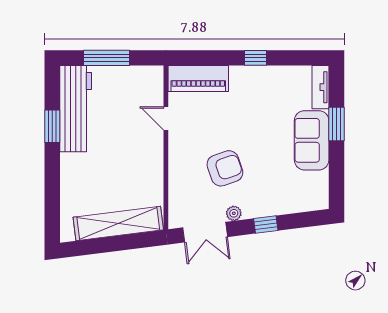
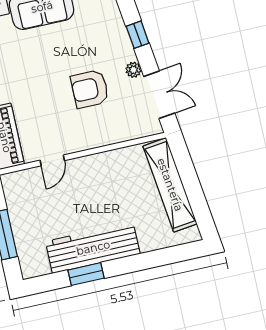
workbench: (76, 109) -> (93, 248), moved
armchair: (225, 168) -> (90, 89), turned -71

